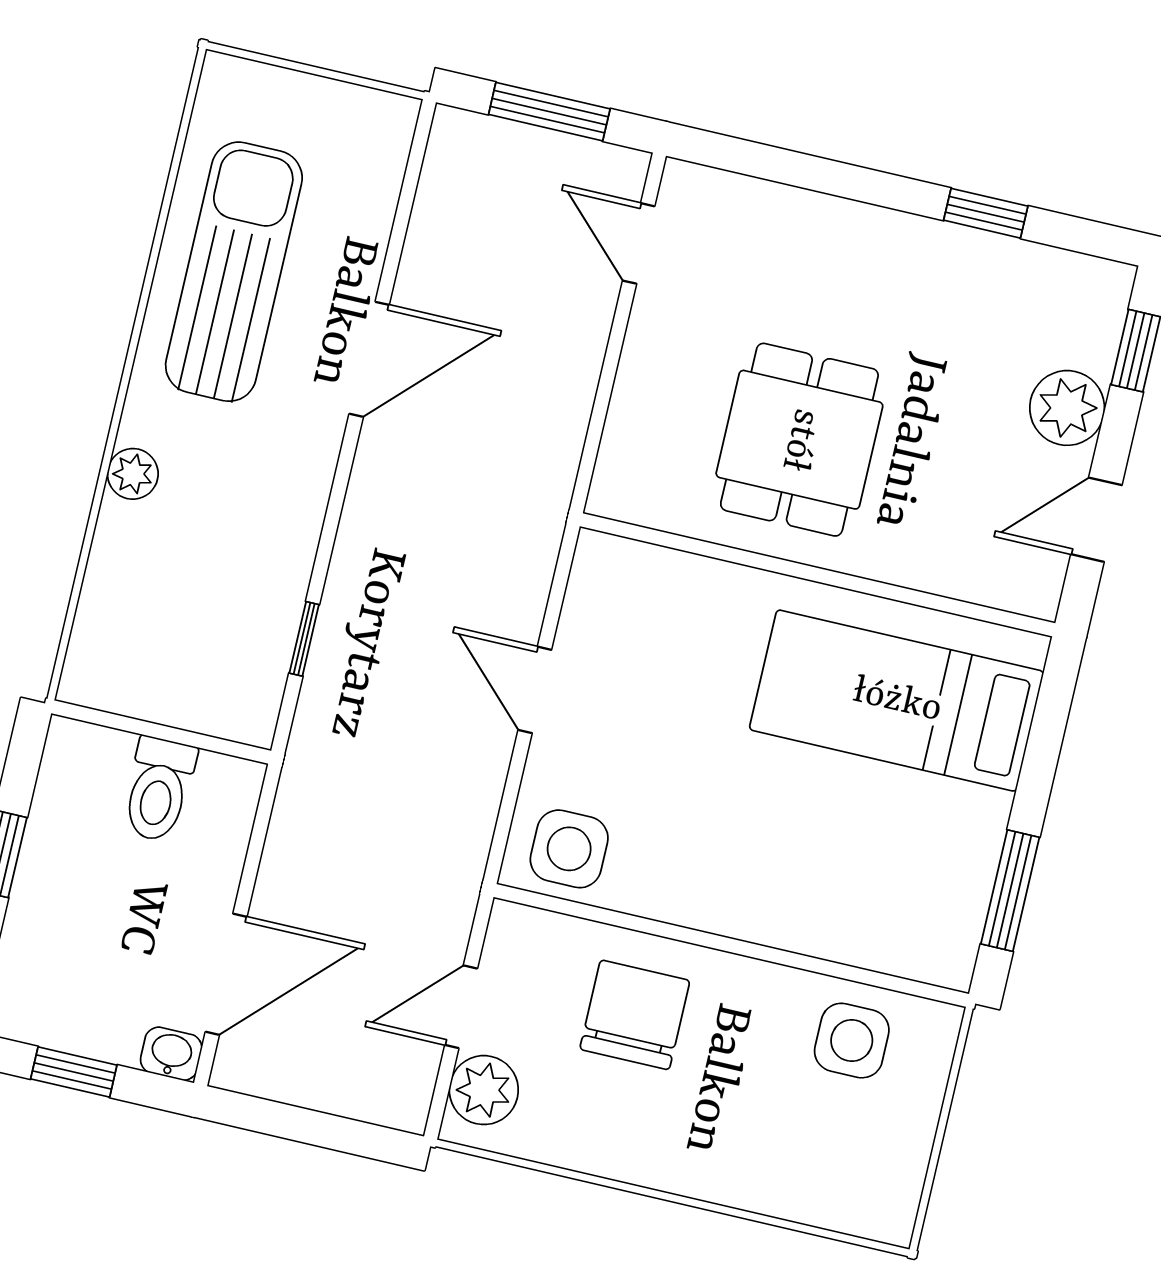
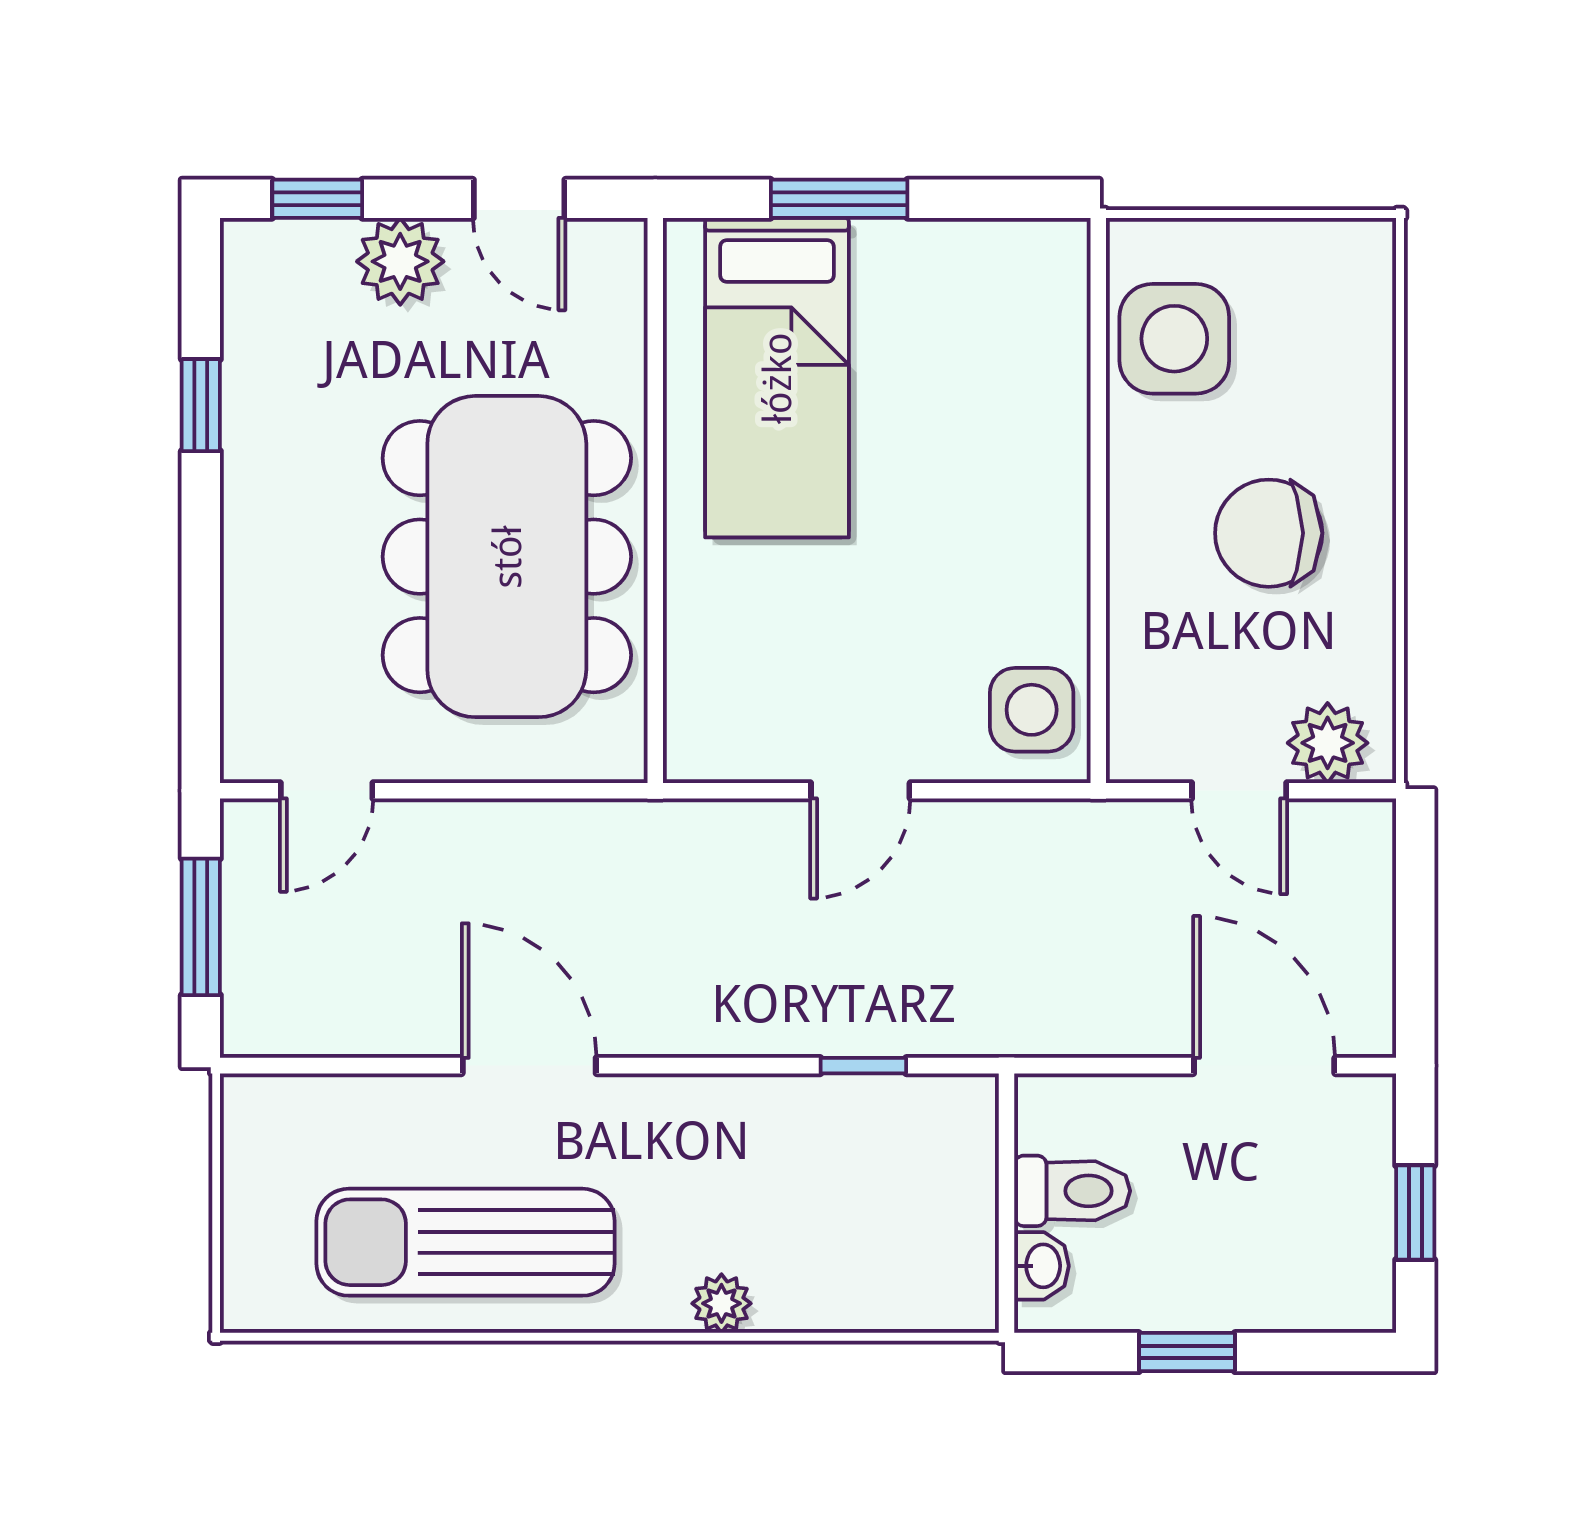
dining table: (799, 440) -> (507, 557), width x1.88, depth x1.24
window: (1010, 891) -> (839, 199), moved
chair: (635, 1015) -> (1269, 533), moved
side table: (852, 1041) -> (1174, 339), width x1.37, depth x1.37
washbasin: (171, 1054) -> (1041, 1266), moved, turned 180

